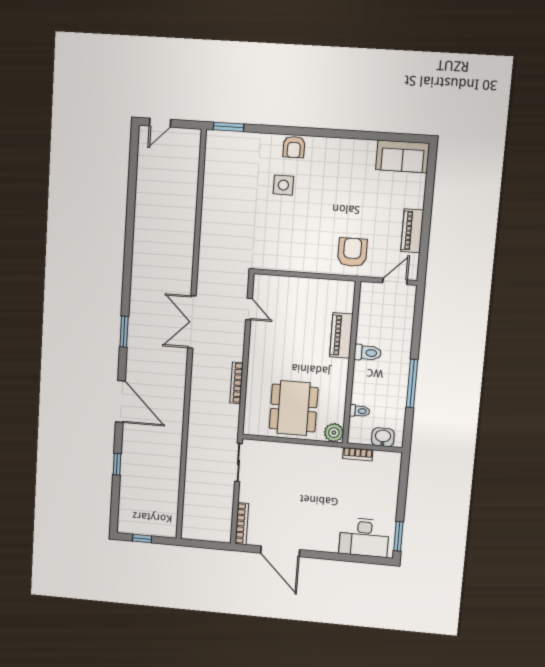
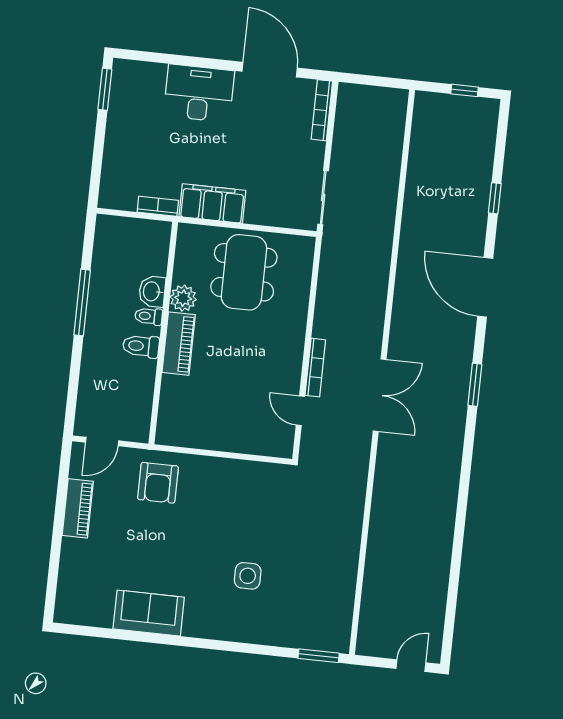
armchair: (294, 147) -> (232, 625), removed
sofa: (403, 156) -> (149, 613), moved
piano: (341, 335) -> (179, 344), moved
bookcase: (236, 383) -> (315, 368), moved
toilet: (360, 411) -> (149, 316), moved
plant: (334, 433) -> (183, 298), moved
washbasin: (383, 437) -> (152, 291), moved, turned 90
filing cabinet: (318, 457) -> (212, 203), added
desk: (364, 537) -> (199, 93), moved

